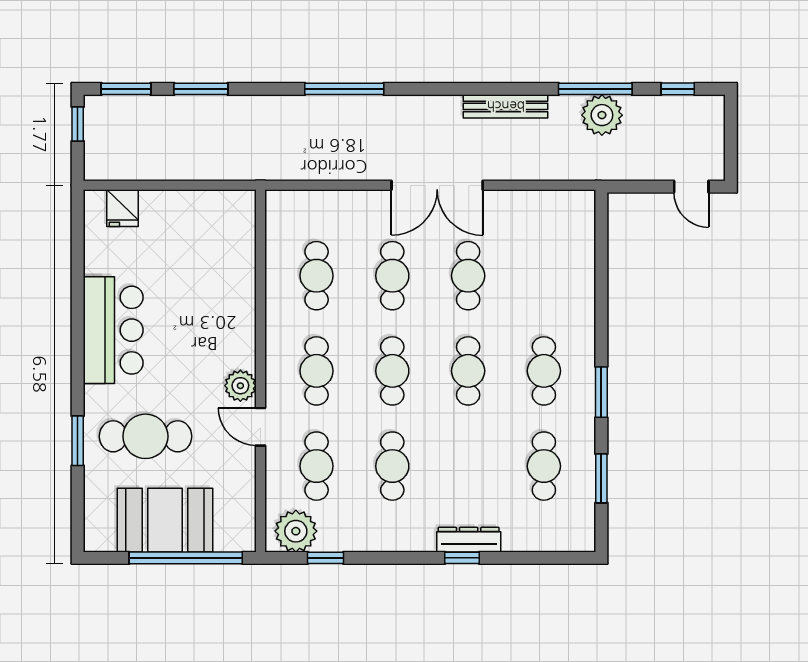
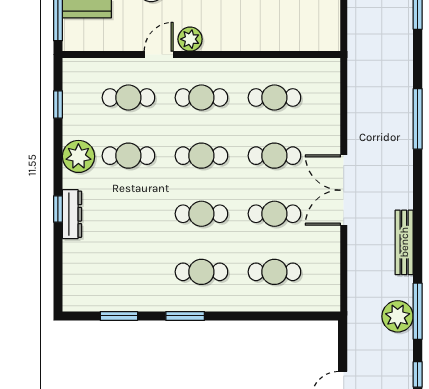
cafe table: (544, 466) -> (274, 272), moved
plant: (296, 531) -> (78, 156), moved

